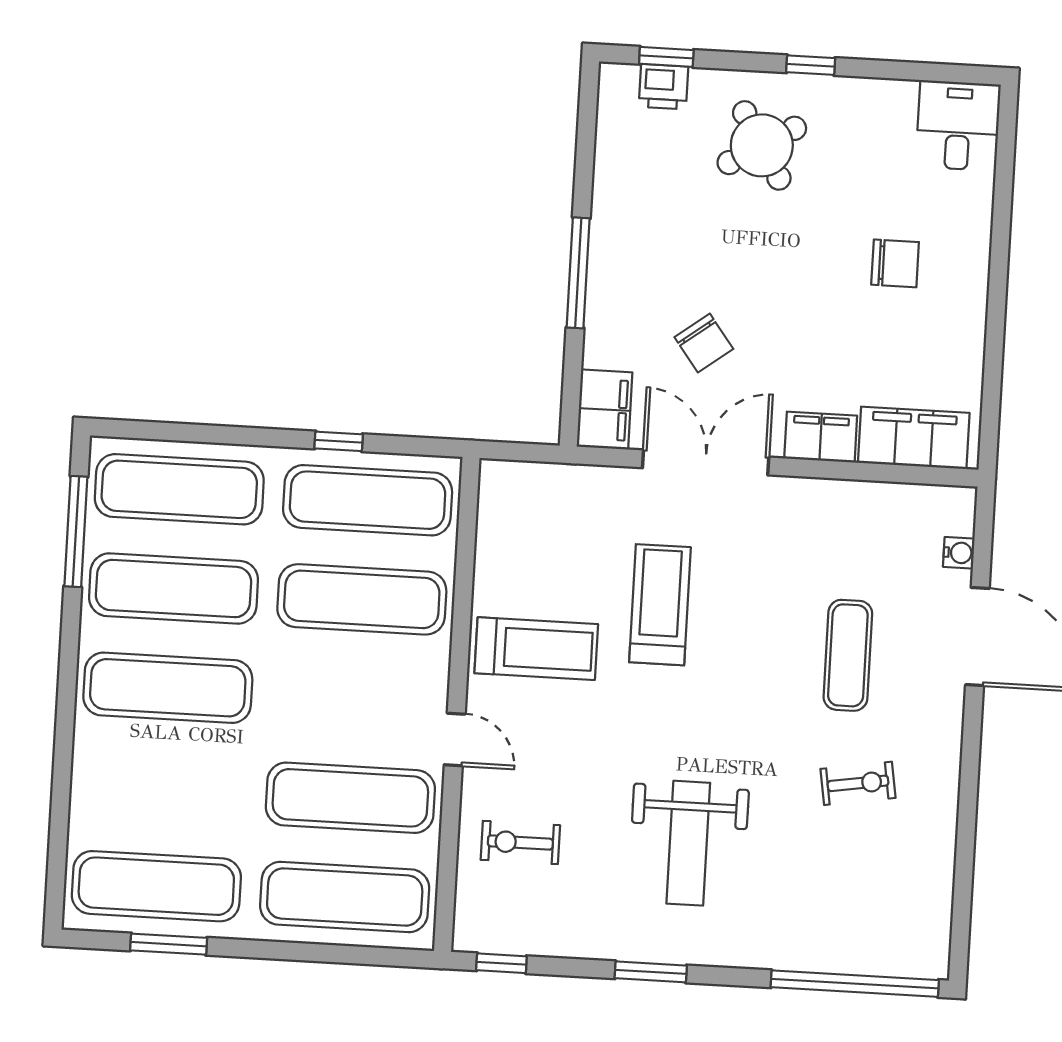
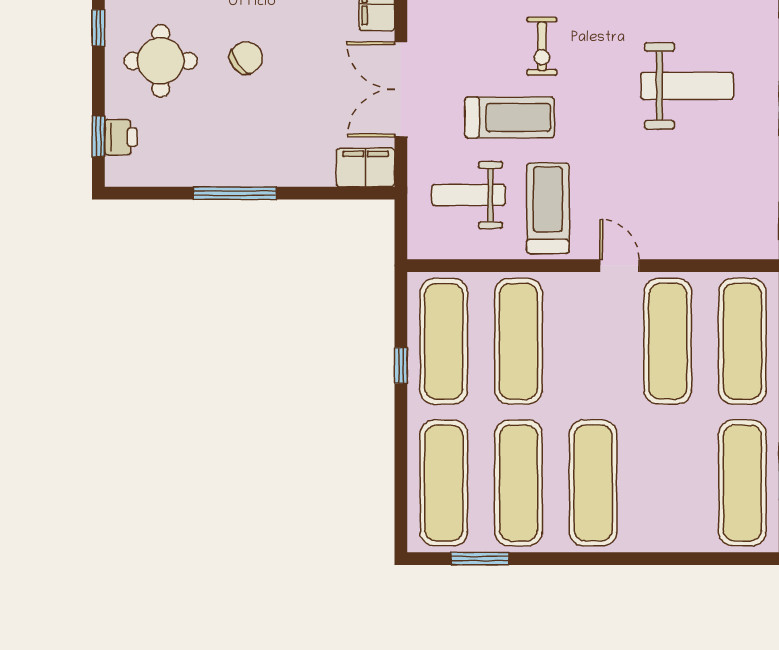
round table: (762, 145) -> (161, 61), turned 31
window: (578, 273) -> (235, 193), moved
chair: (704, 343) -> (246, 58), moved
window: (76, 532) -> (480, 559), width x0.69
weight bench: (560, 544) -> (468, 195), added
treadmill: (660, 605) -> (510, 117), turned 180
door: (455, 739) -> (619, 266), hinge flipped
exercise bike: (520, 842) -> (542, 46), moved

